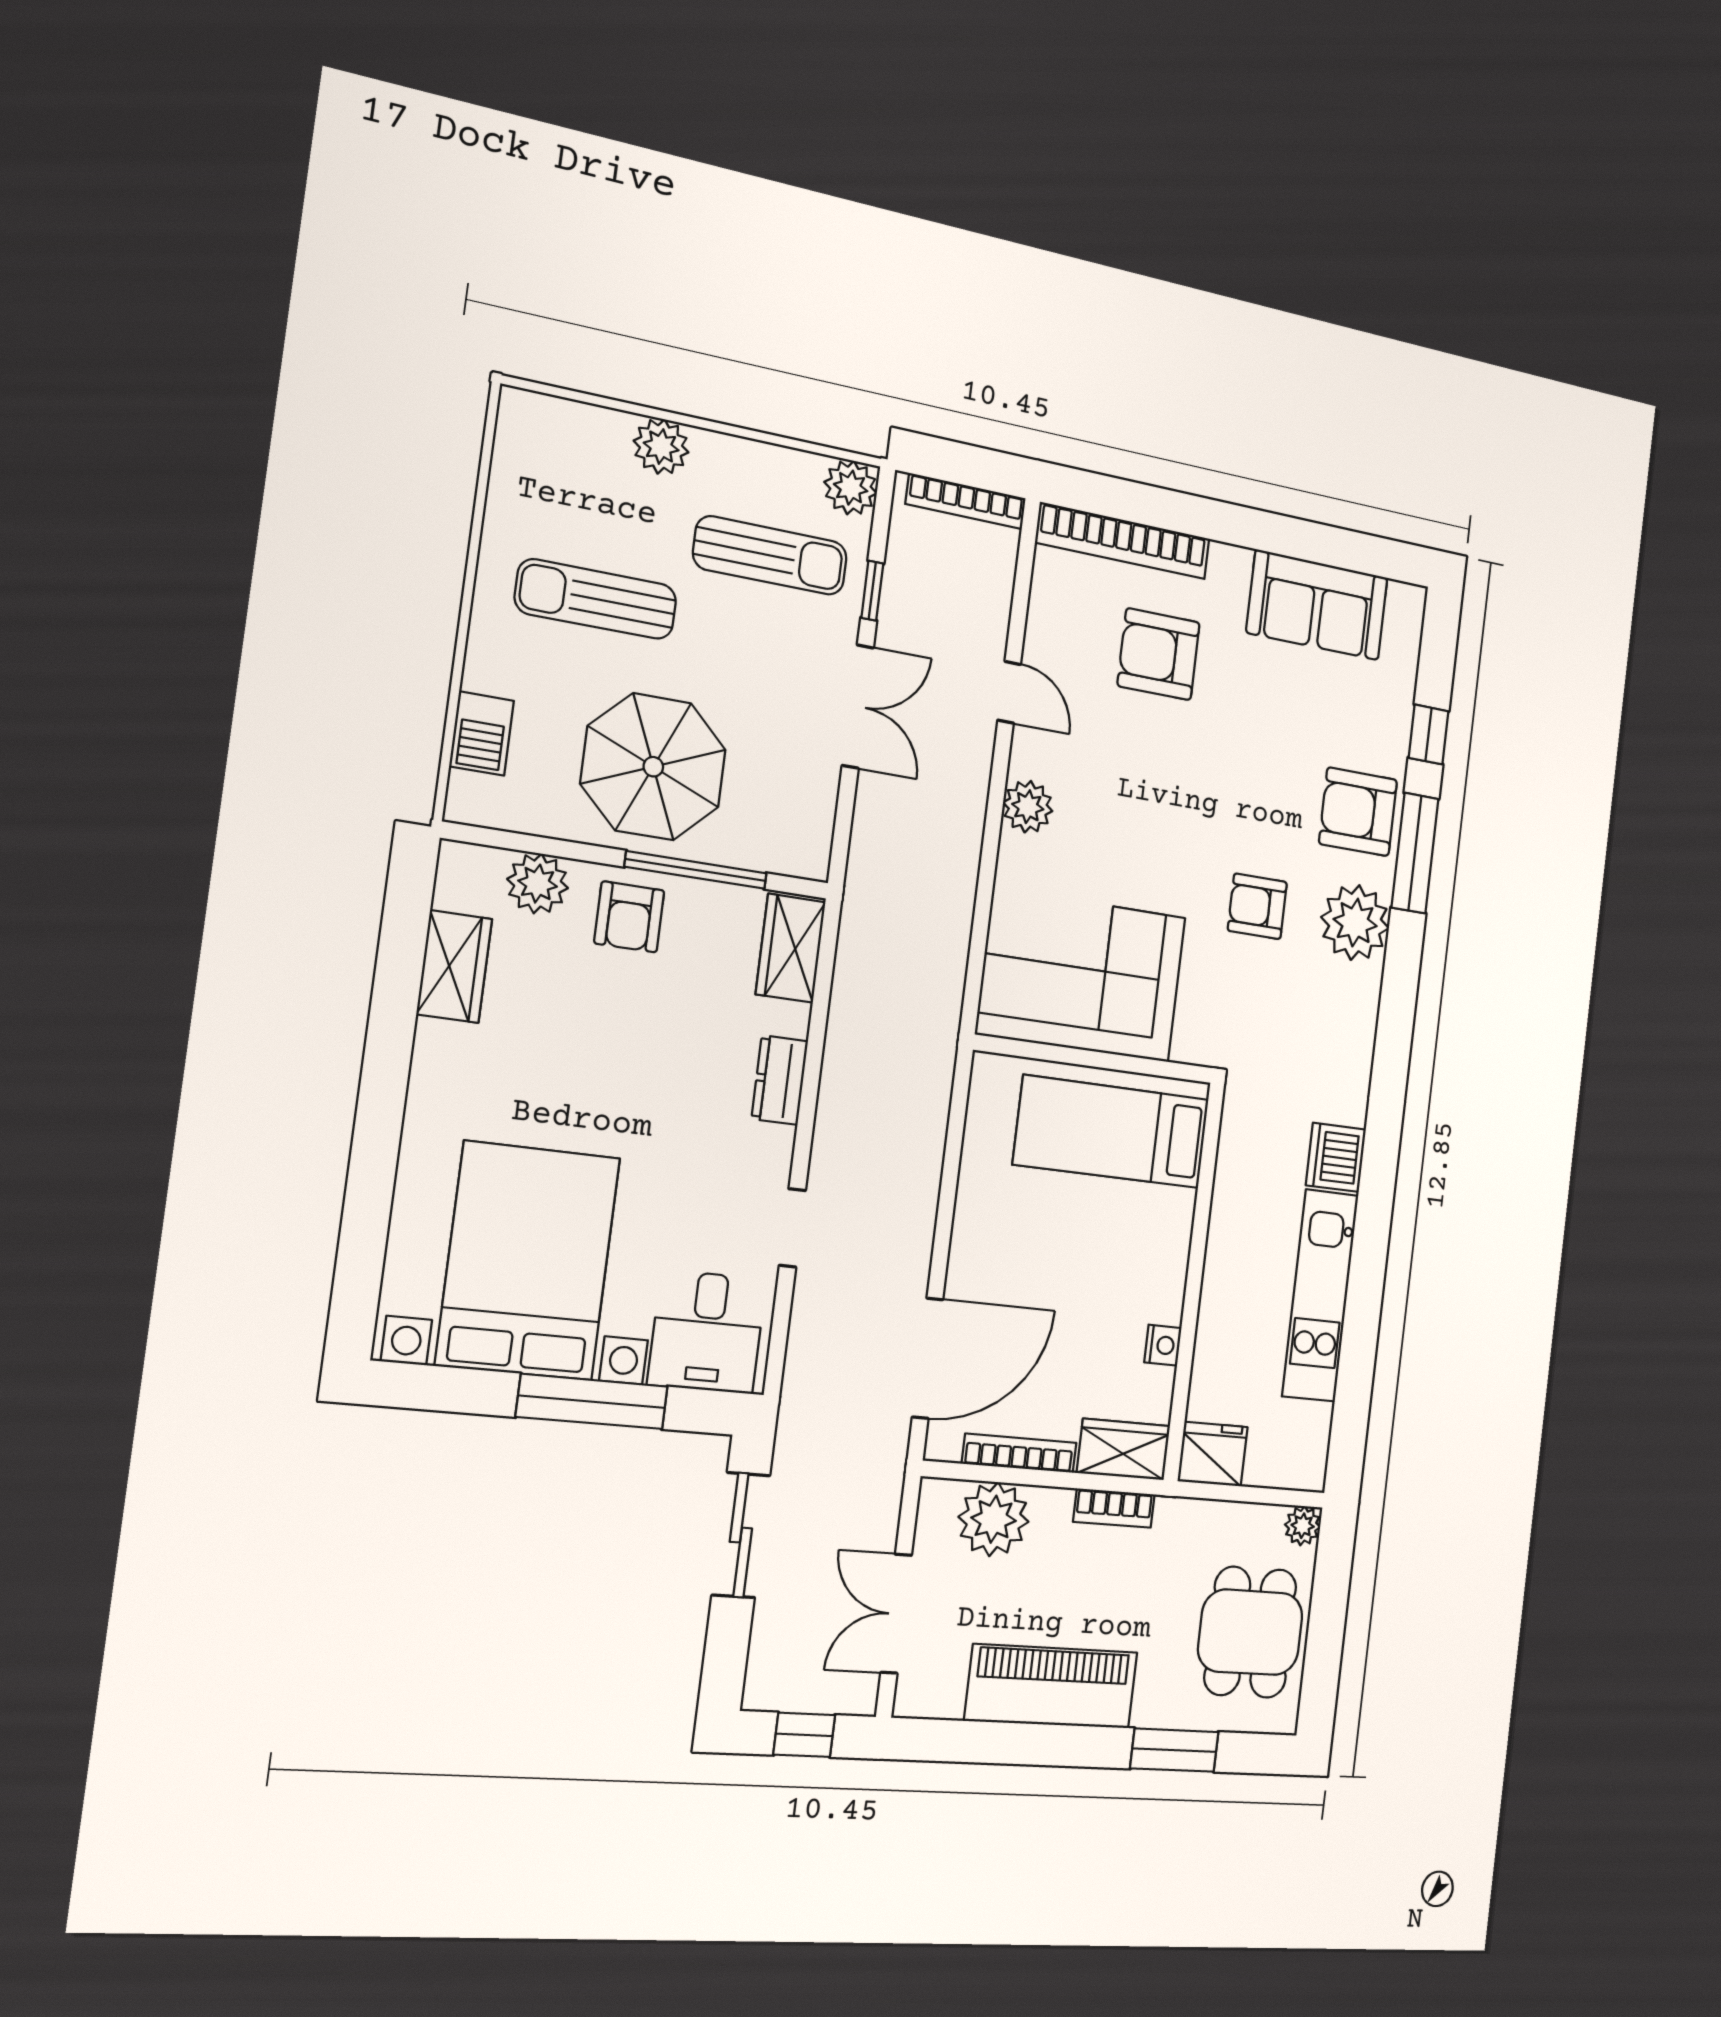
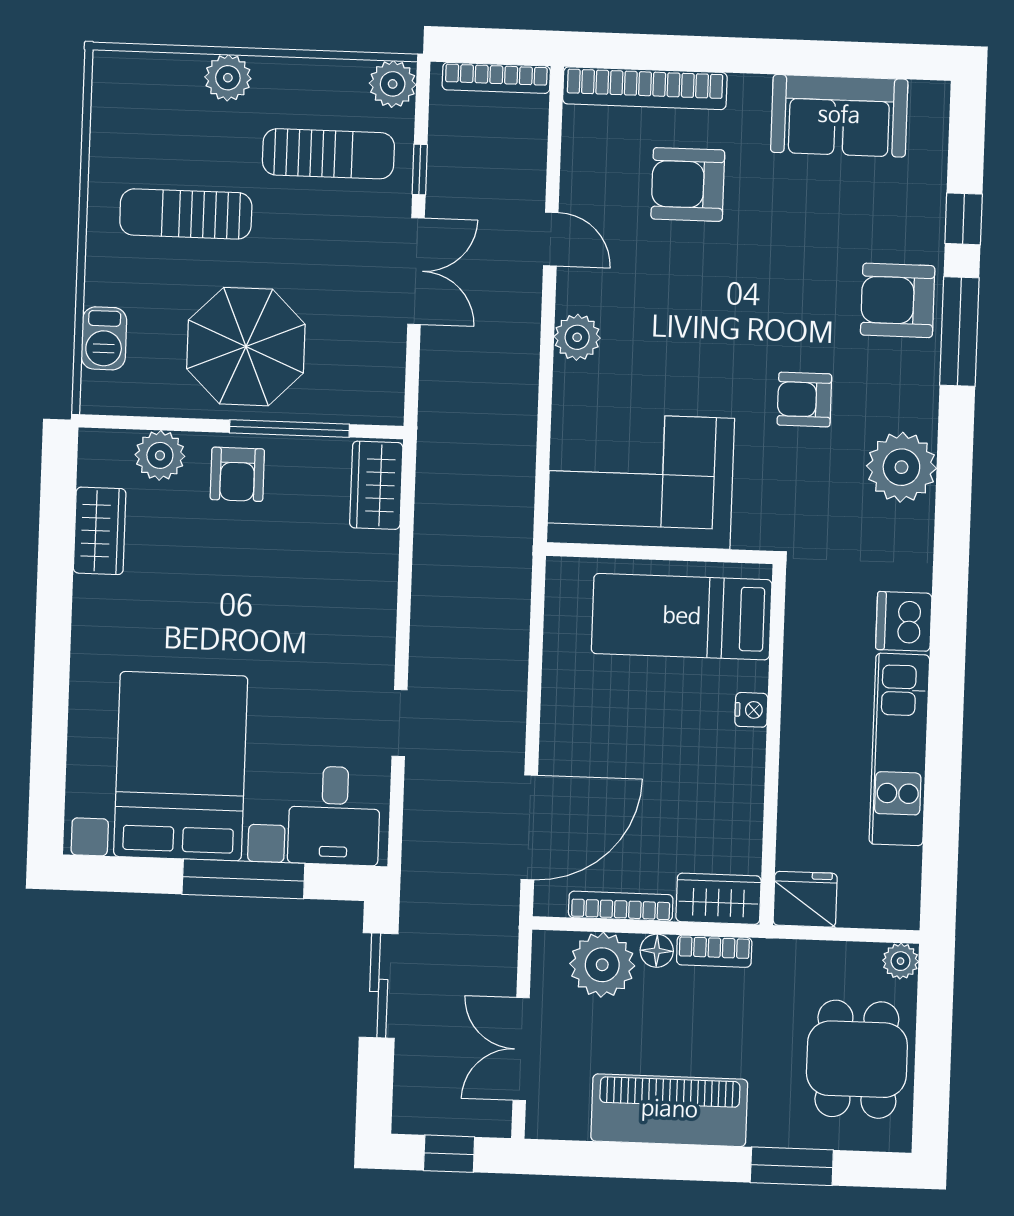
plant: (1355, 923) -> (901, 467), moved
dresser: (780, 1080) -> (377, 598), removed
nightstand: (1163, 1345) -> (751, 710), moved
floor lamp: (1053, 1505) -> (657, 951), added

